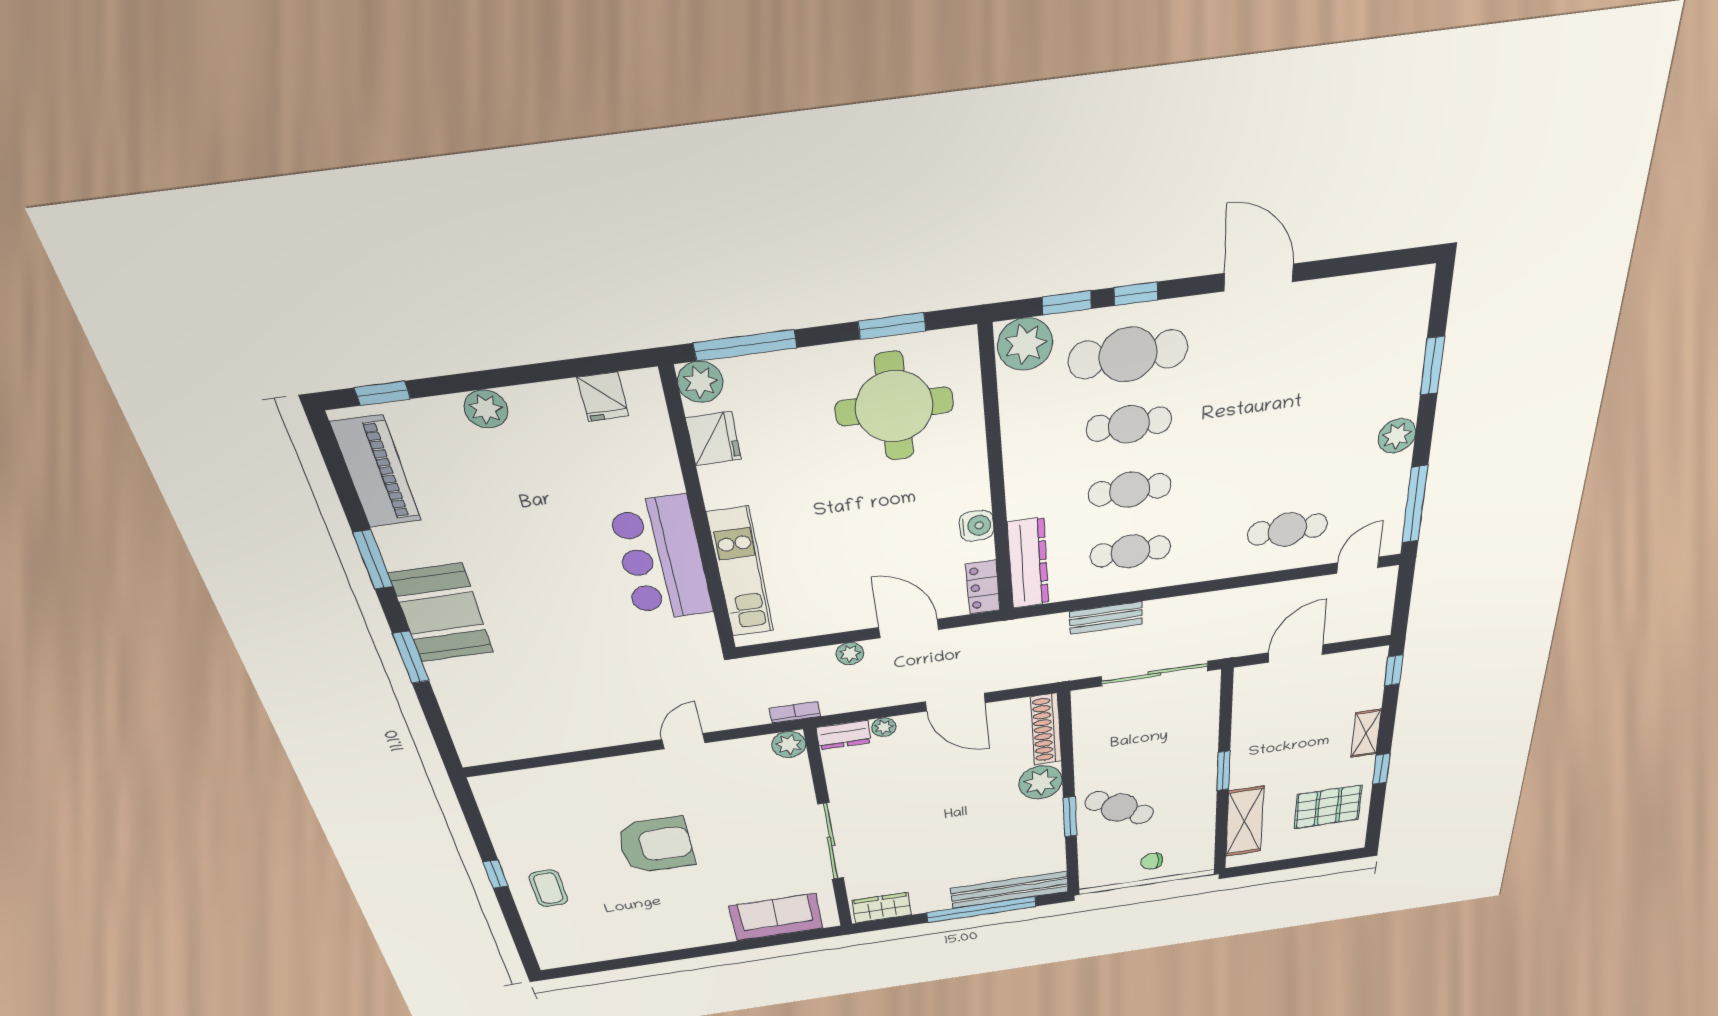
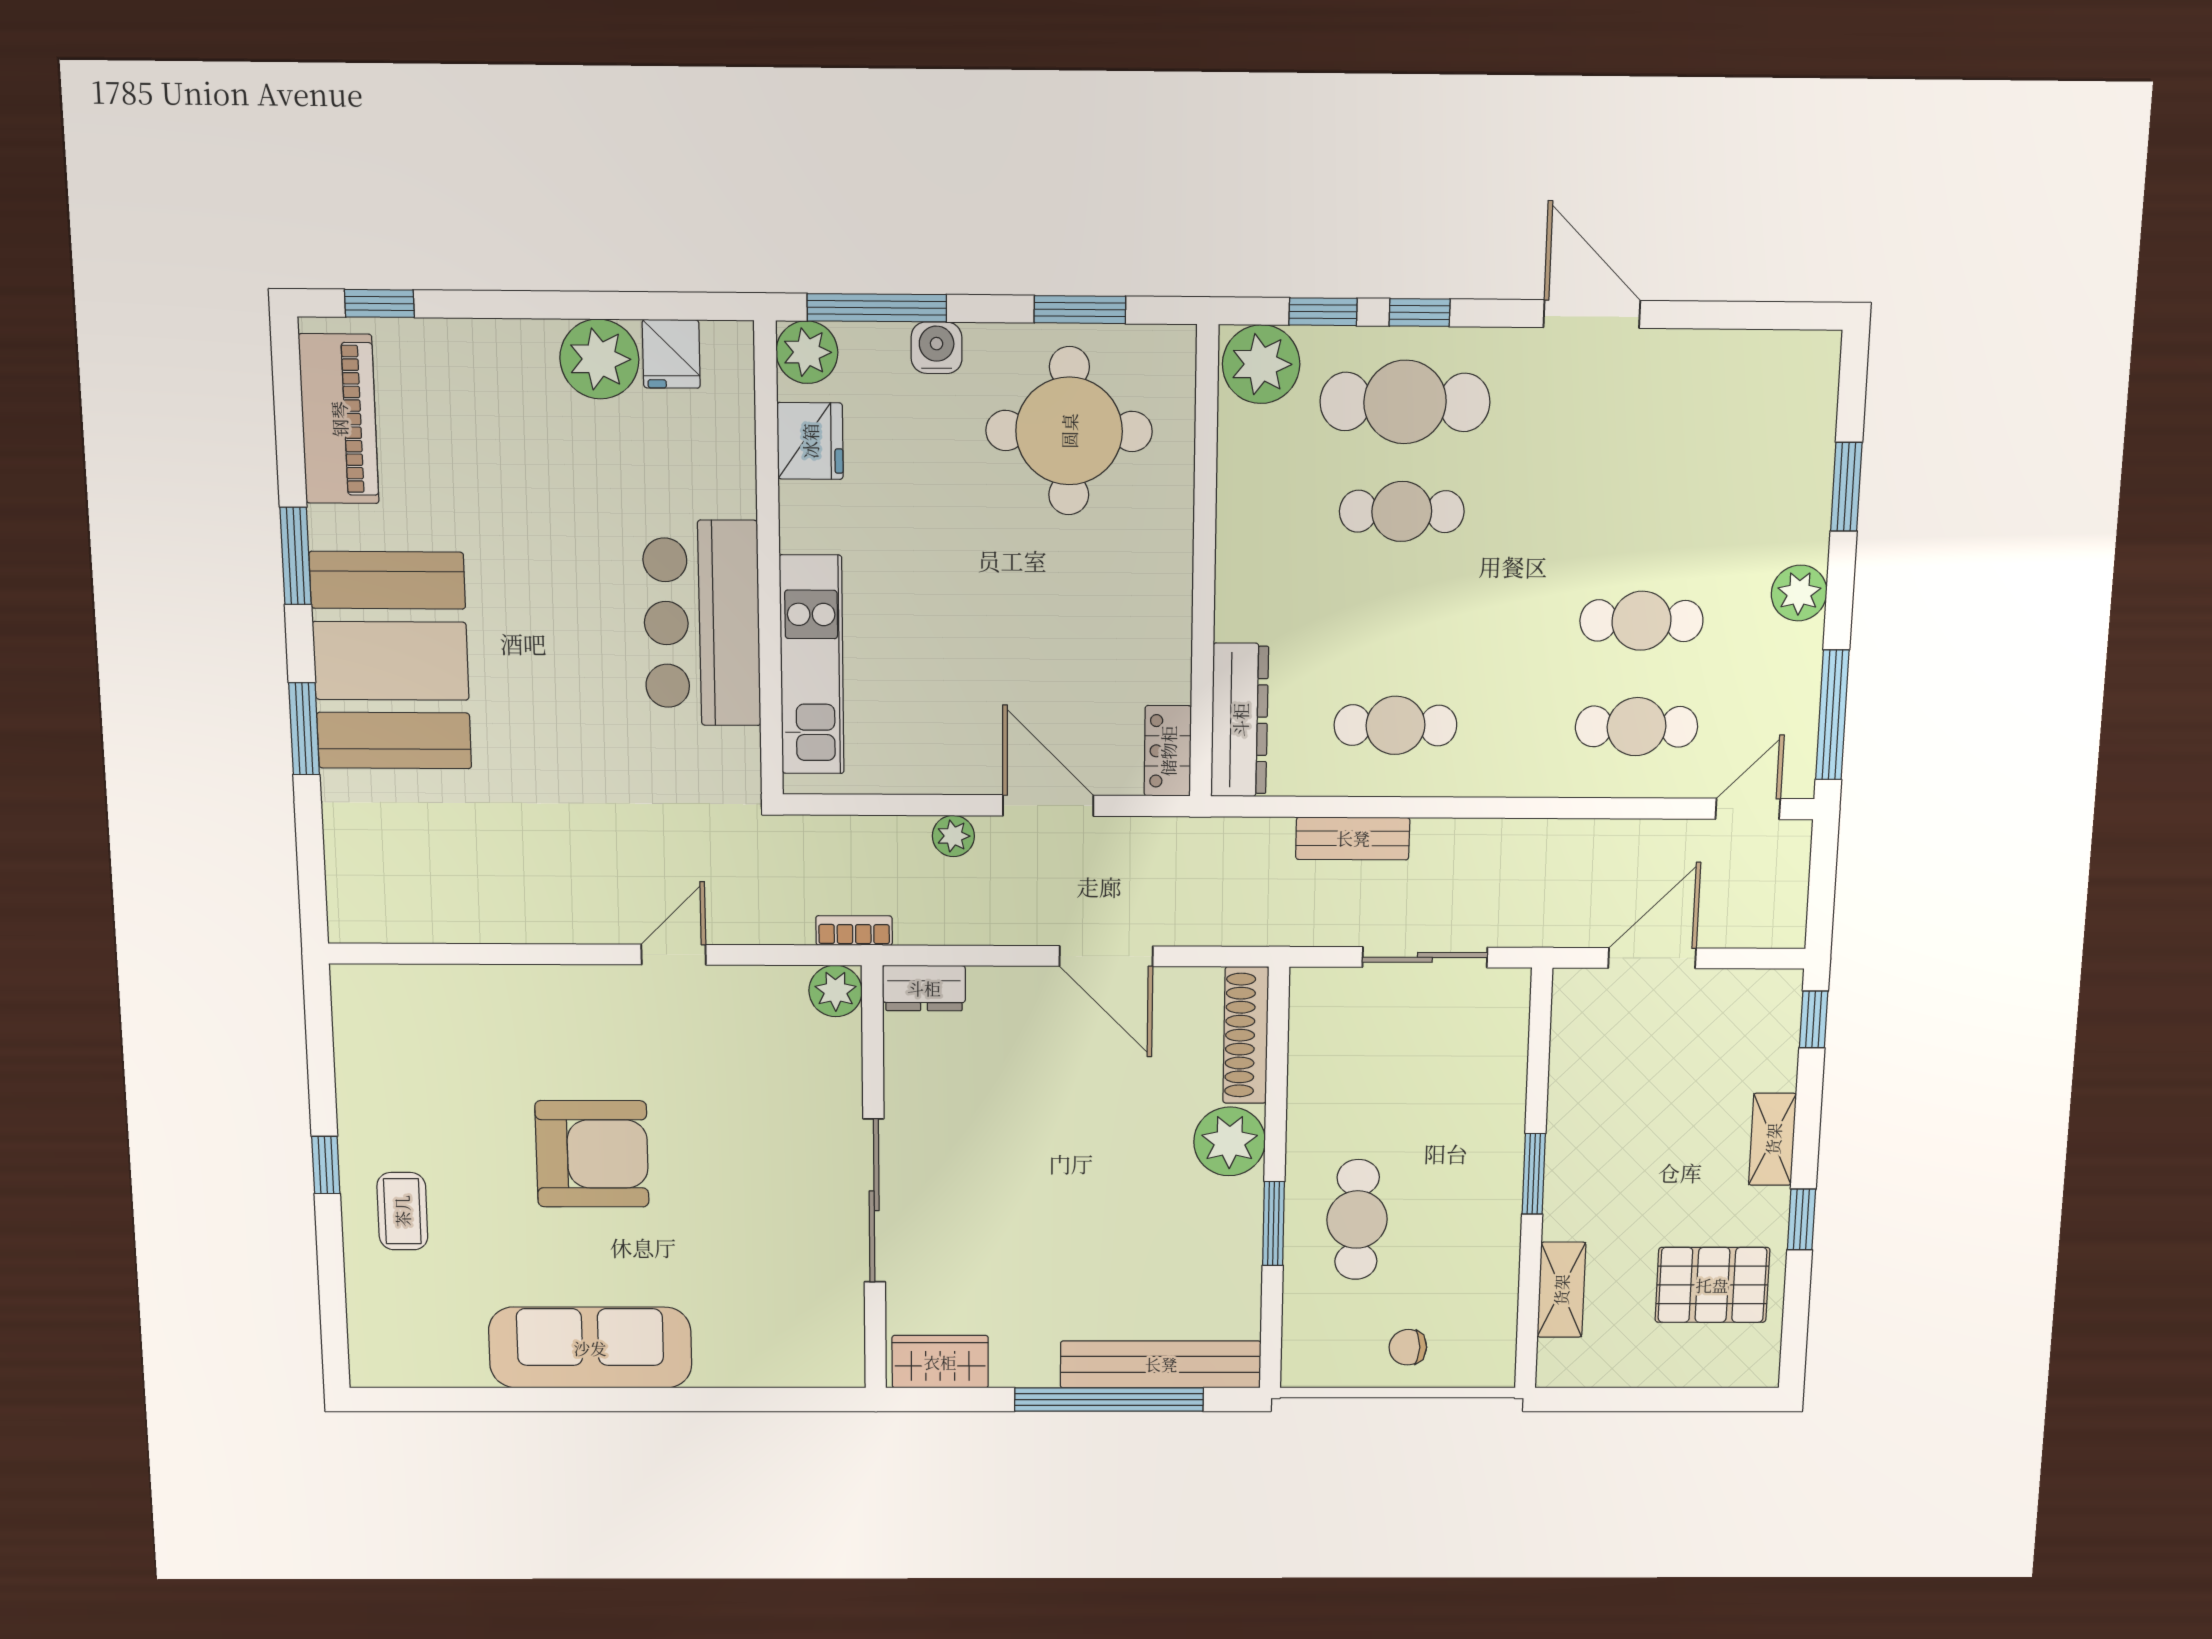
plant: (486, 409) -> (599, 359), moved, width x1.36, depth x1.36
cafe table: (1130, 490) -> (1641, 621), moved
water cooler: (976, 526) -> (937, 348), moved, turned -90
booth: (442, 613) -> (391, 661), width x1.36, depth x1.42
sliding door: (1154, 674) -> (1425, 957), width x0.73
plant: (884, 727) -> (988, 984), removed
cafe table: (1119, 808) -> (1357, 1220), turned 59
shelving: (1245, 821) -> (1561, 1290), width x0.67, depth x0.75
sofa: (776, 917) -> (590, 1348), moved, width x1.36

